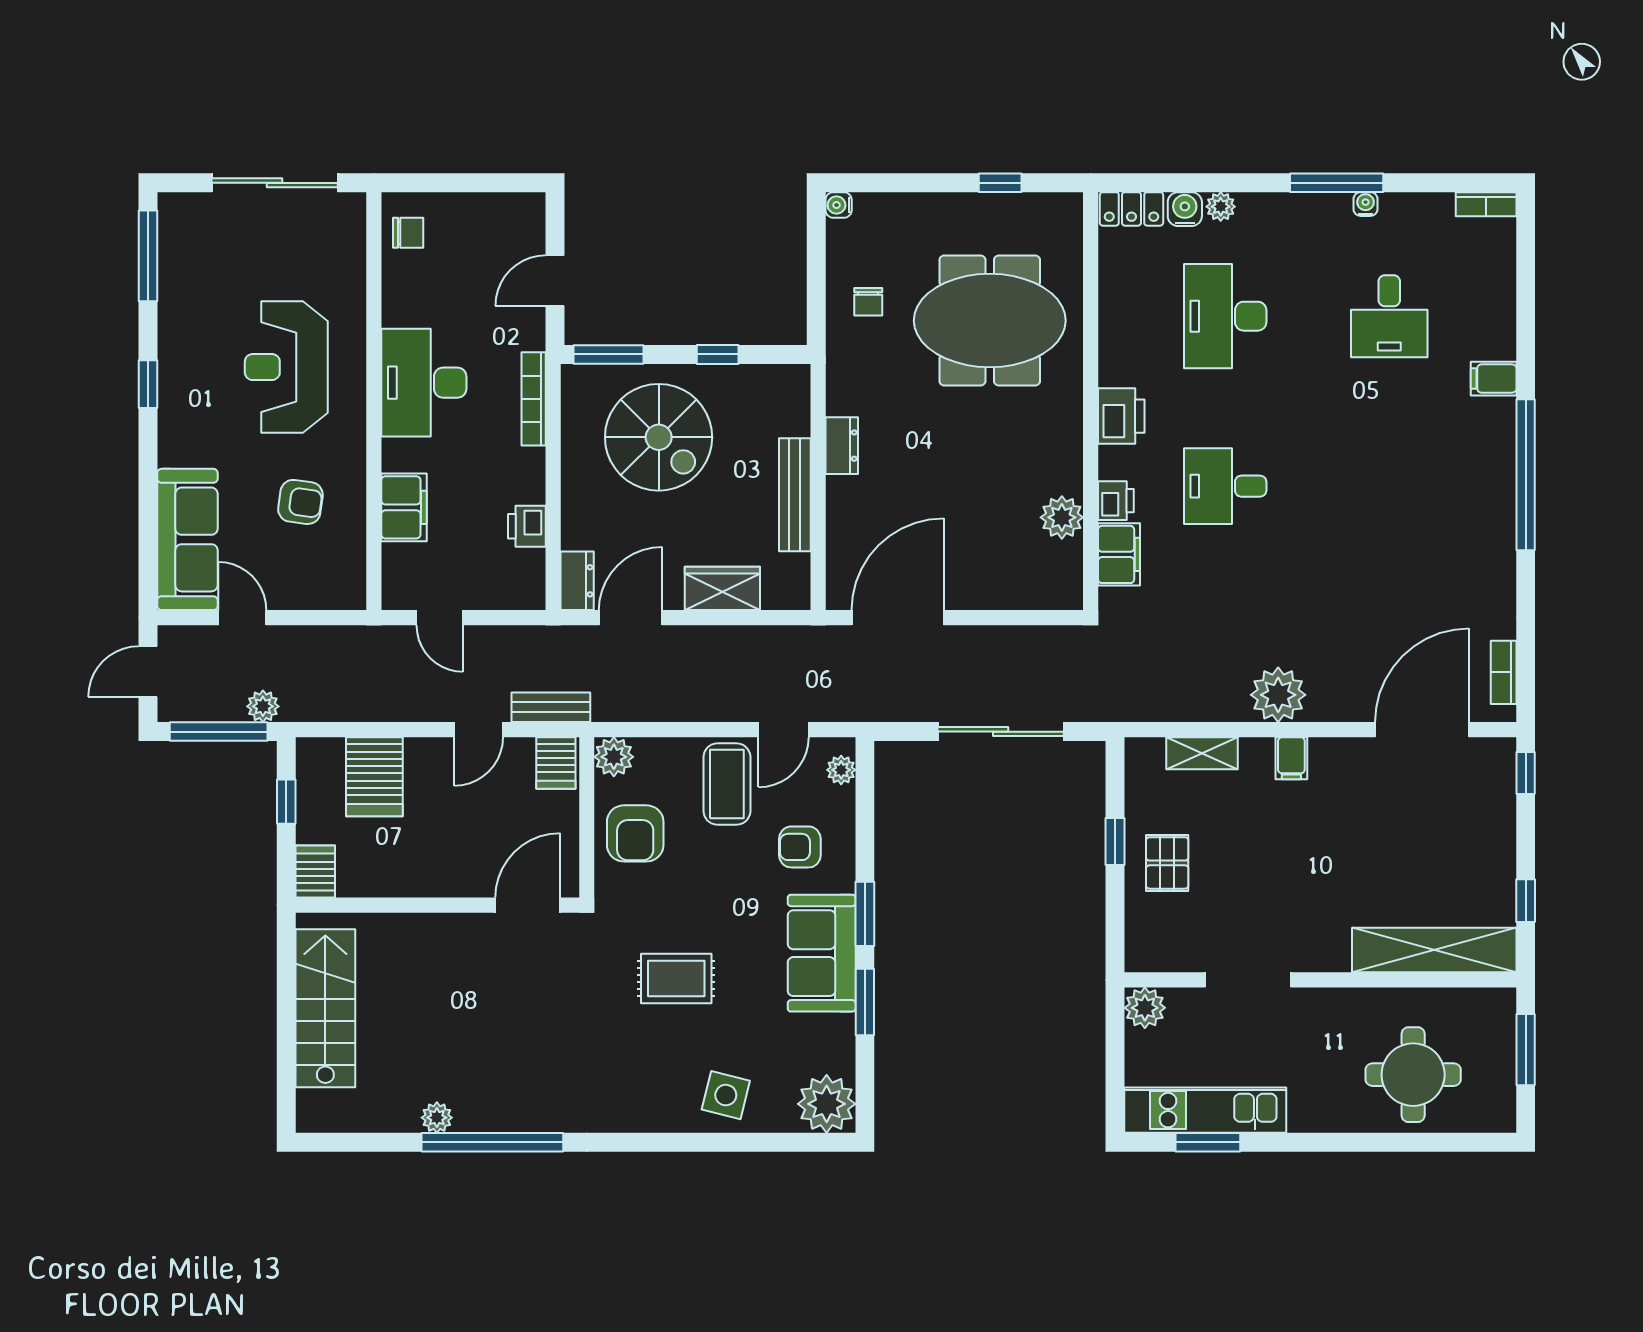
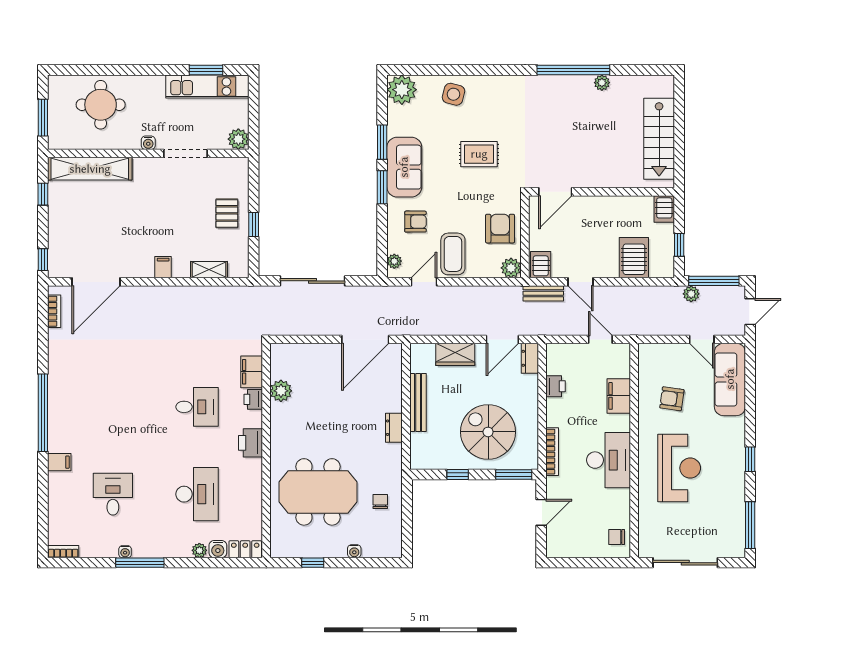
water cooler: (839, 205) -> (354, 551), moved, turned 90
plant: (1278, 695) -> (170, 300), removed
door: (478, 730) -> (580, 282), swing flipped
water cooler: (1320, 1001) -> (148, 143), added

